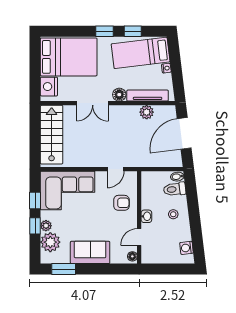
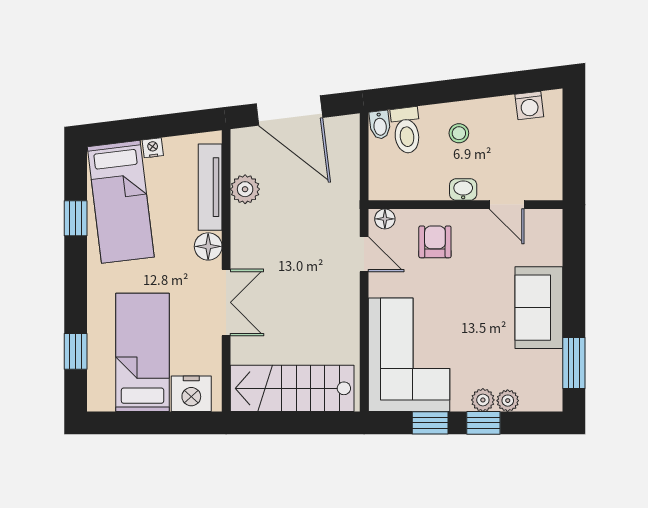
window: (105, 31) -> (76, 351), moved
bed: (69, 57) -> (143, 352), width x0.67
plant: (50, 242) -> (508, 401), width x0.53, depth x0.53
floor lamp: (132, 256) -> (385, 219), moved

